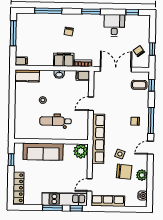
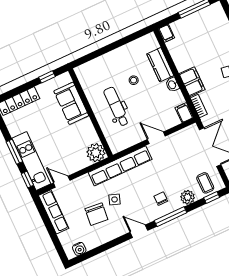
kitchen counter: (27, 76) -> (160, 65), moved
sofa: (43, 152) -> (71, 103), width x0.73
plant: (142, 175) -> (188, 197), moved

